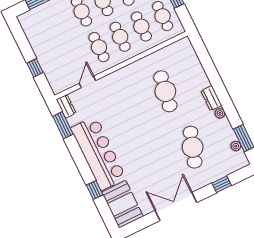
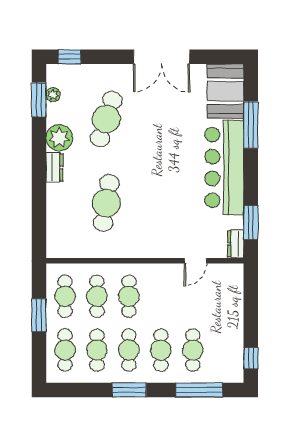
cafe table: (99, 47) -> (193, 350), moved
window: (35, 68) -> (251, 358), moved
plant: (220, 113) -> (59, 138), width x1.87, depth x1.87
window: (222, 184) -> (70, 57), moved
window: (95, 190) -> (251, 125), width x2.17

